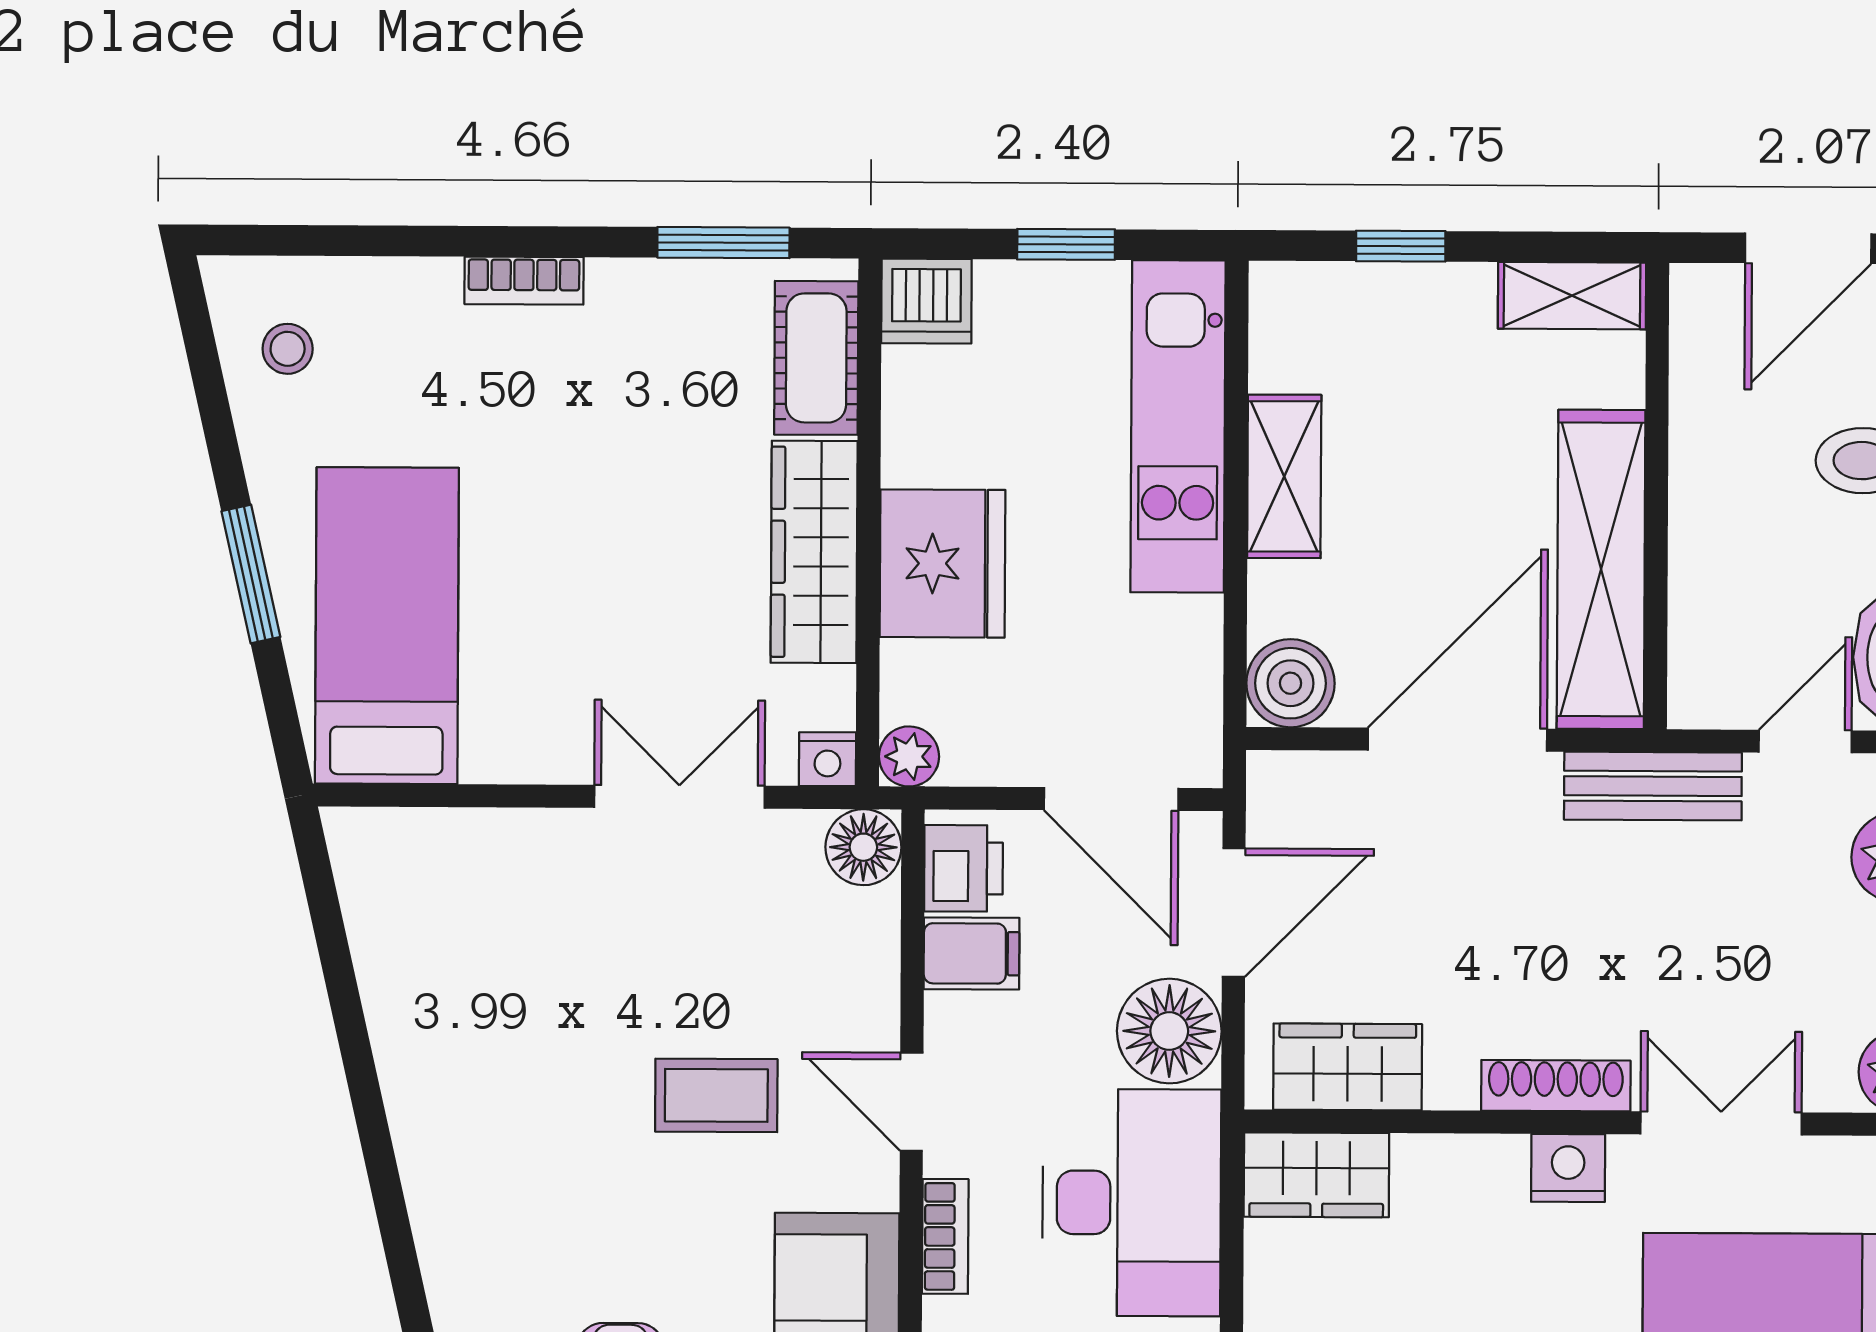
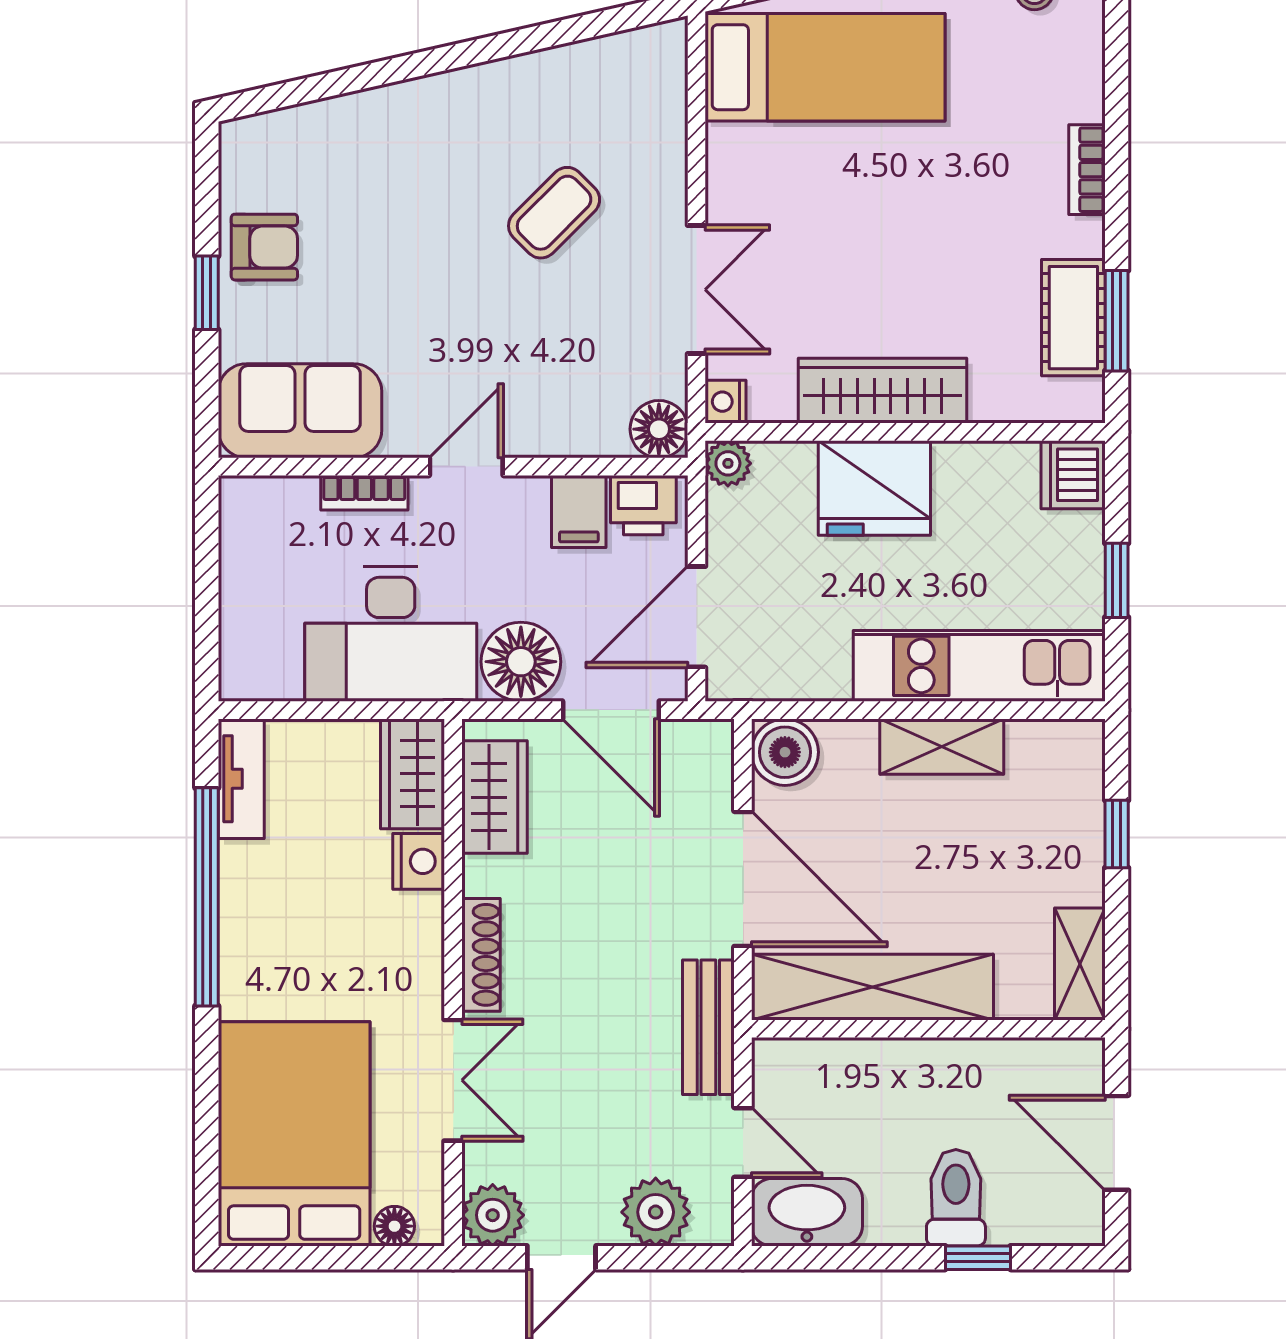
cot: (816, 358) -> (1073, 318), moved, turned 90
coffee table: (716, 1095) -> (554, 213), moved, turned 45
nightstand: (1568, 1168) -> (419, 861), moved

